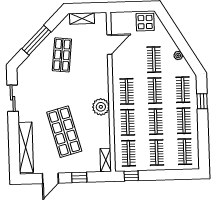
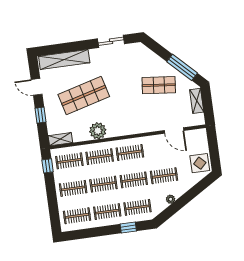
window: (36, 40) -> (182, 67), moved
plant: (101, 107) -> (98, 131), moved

